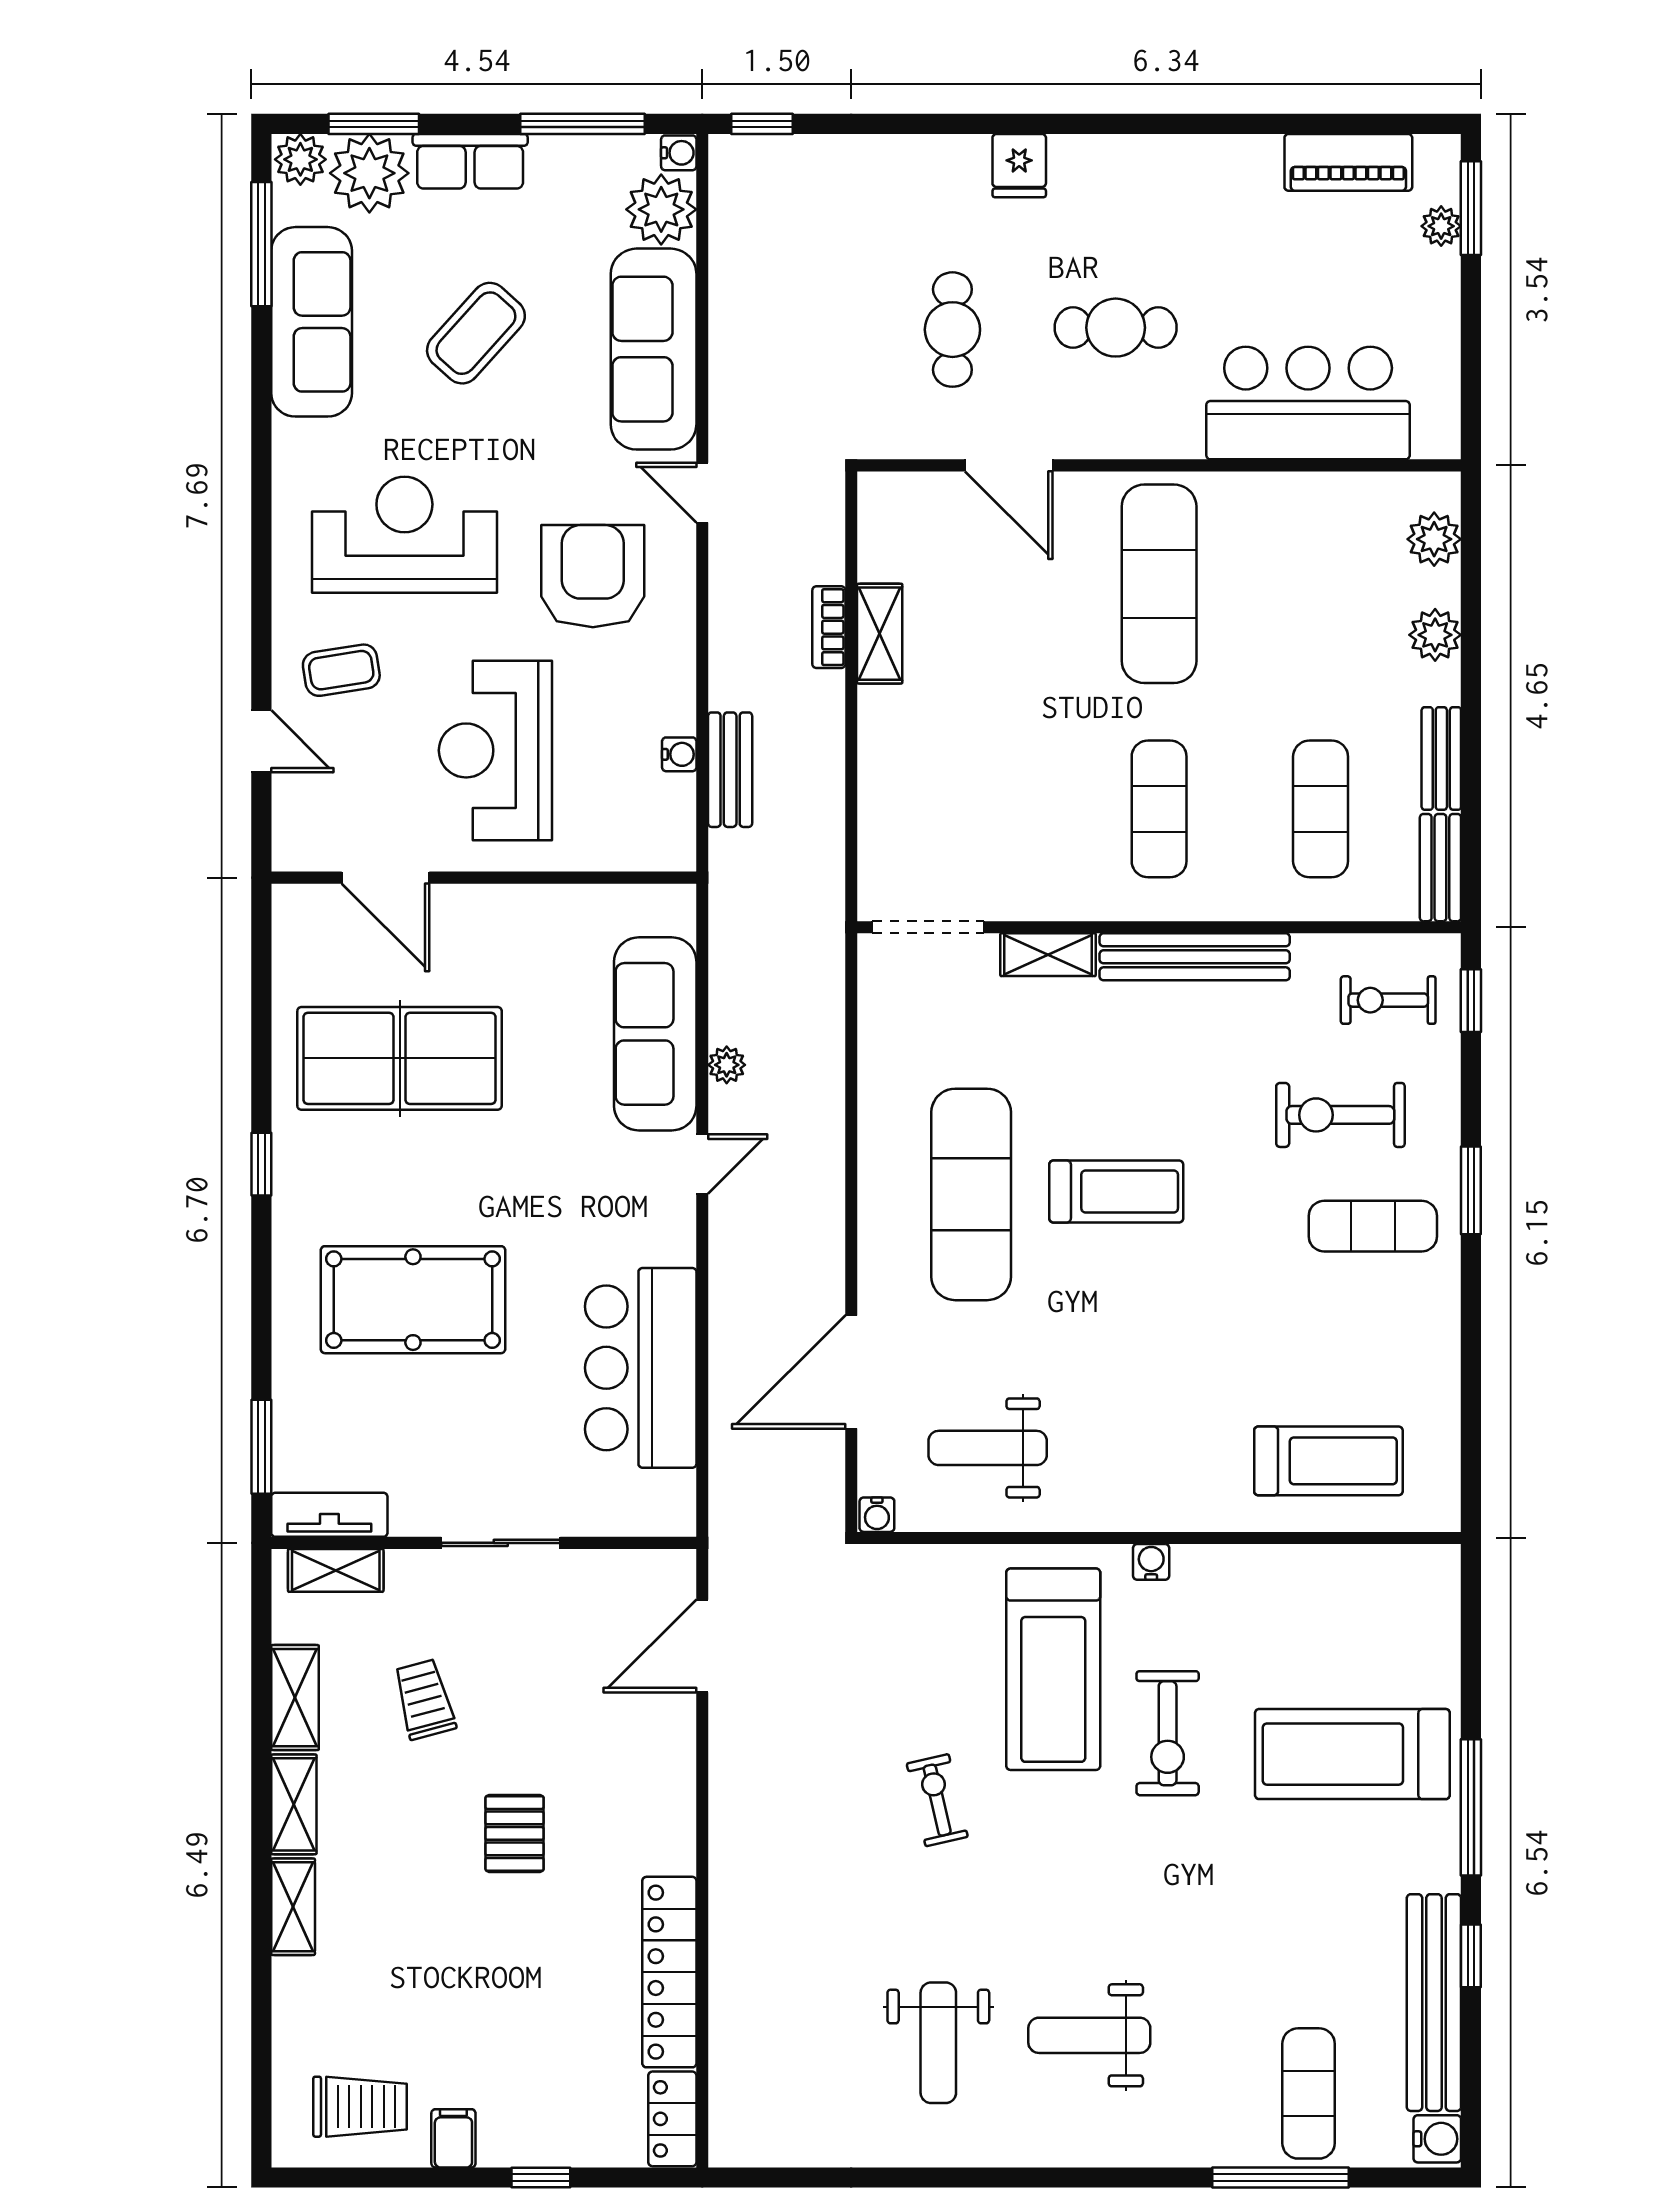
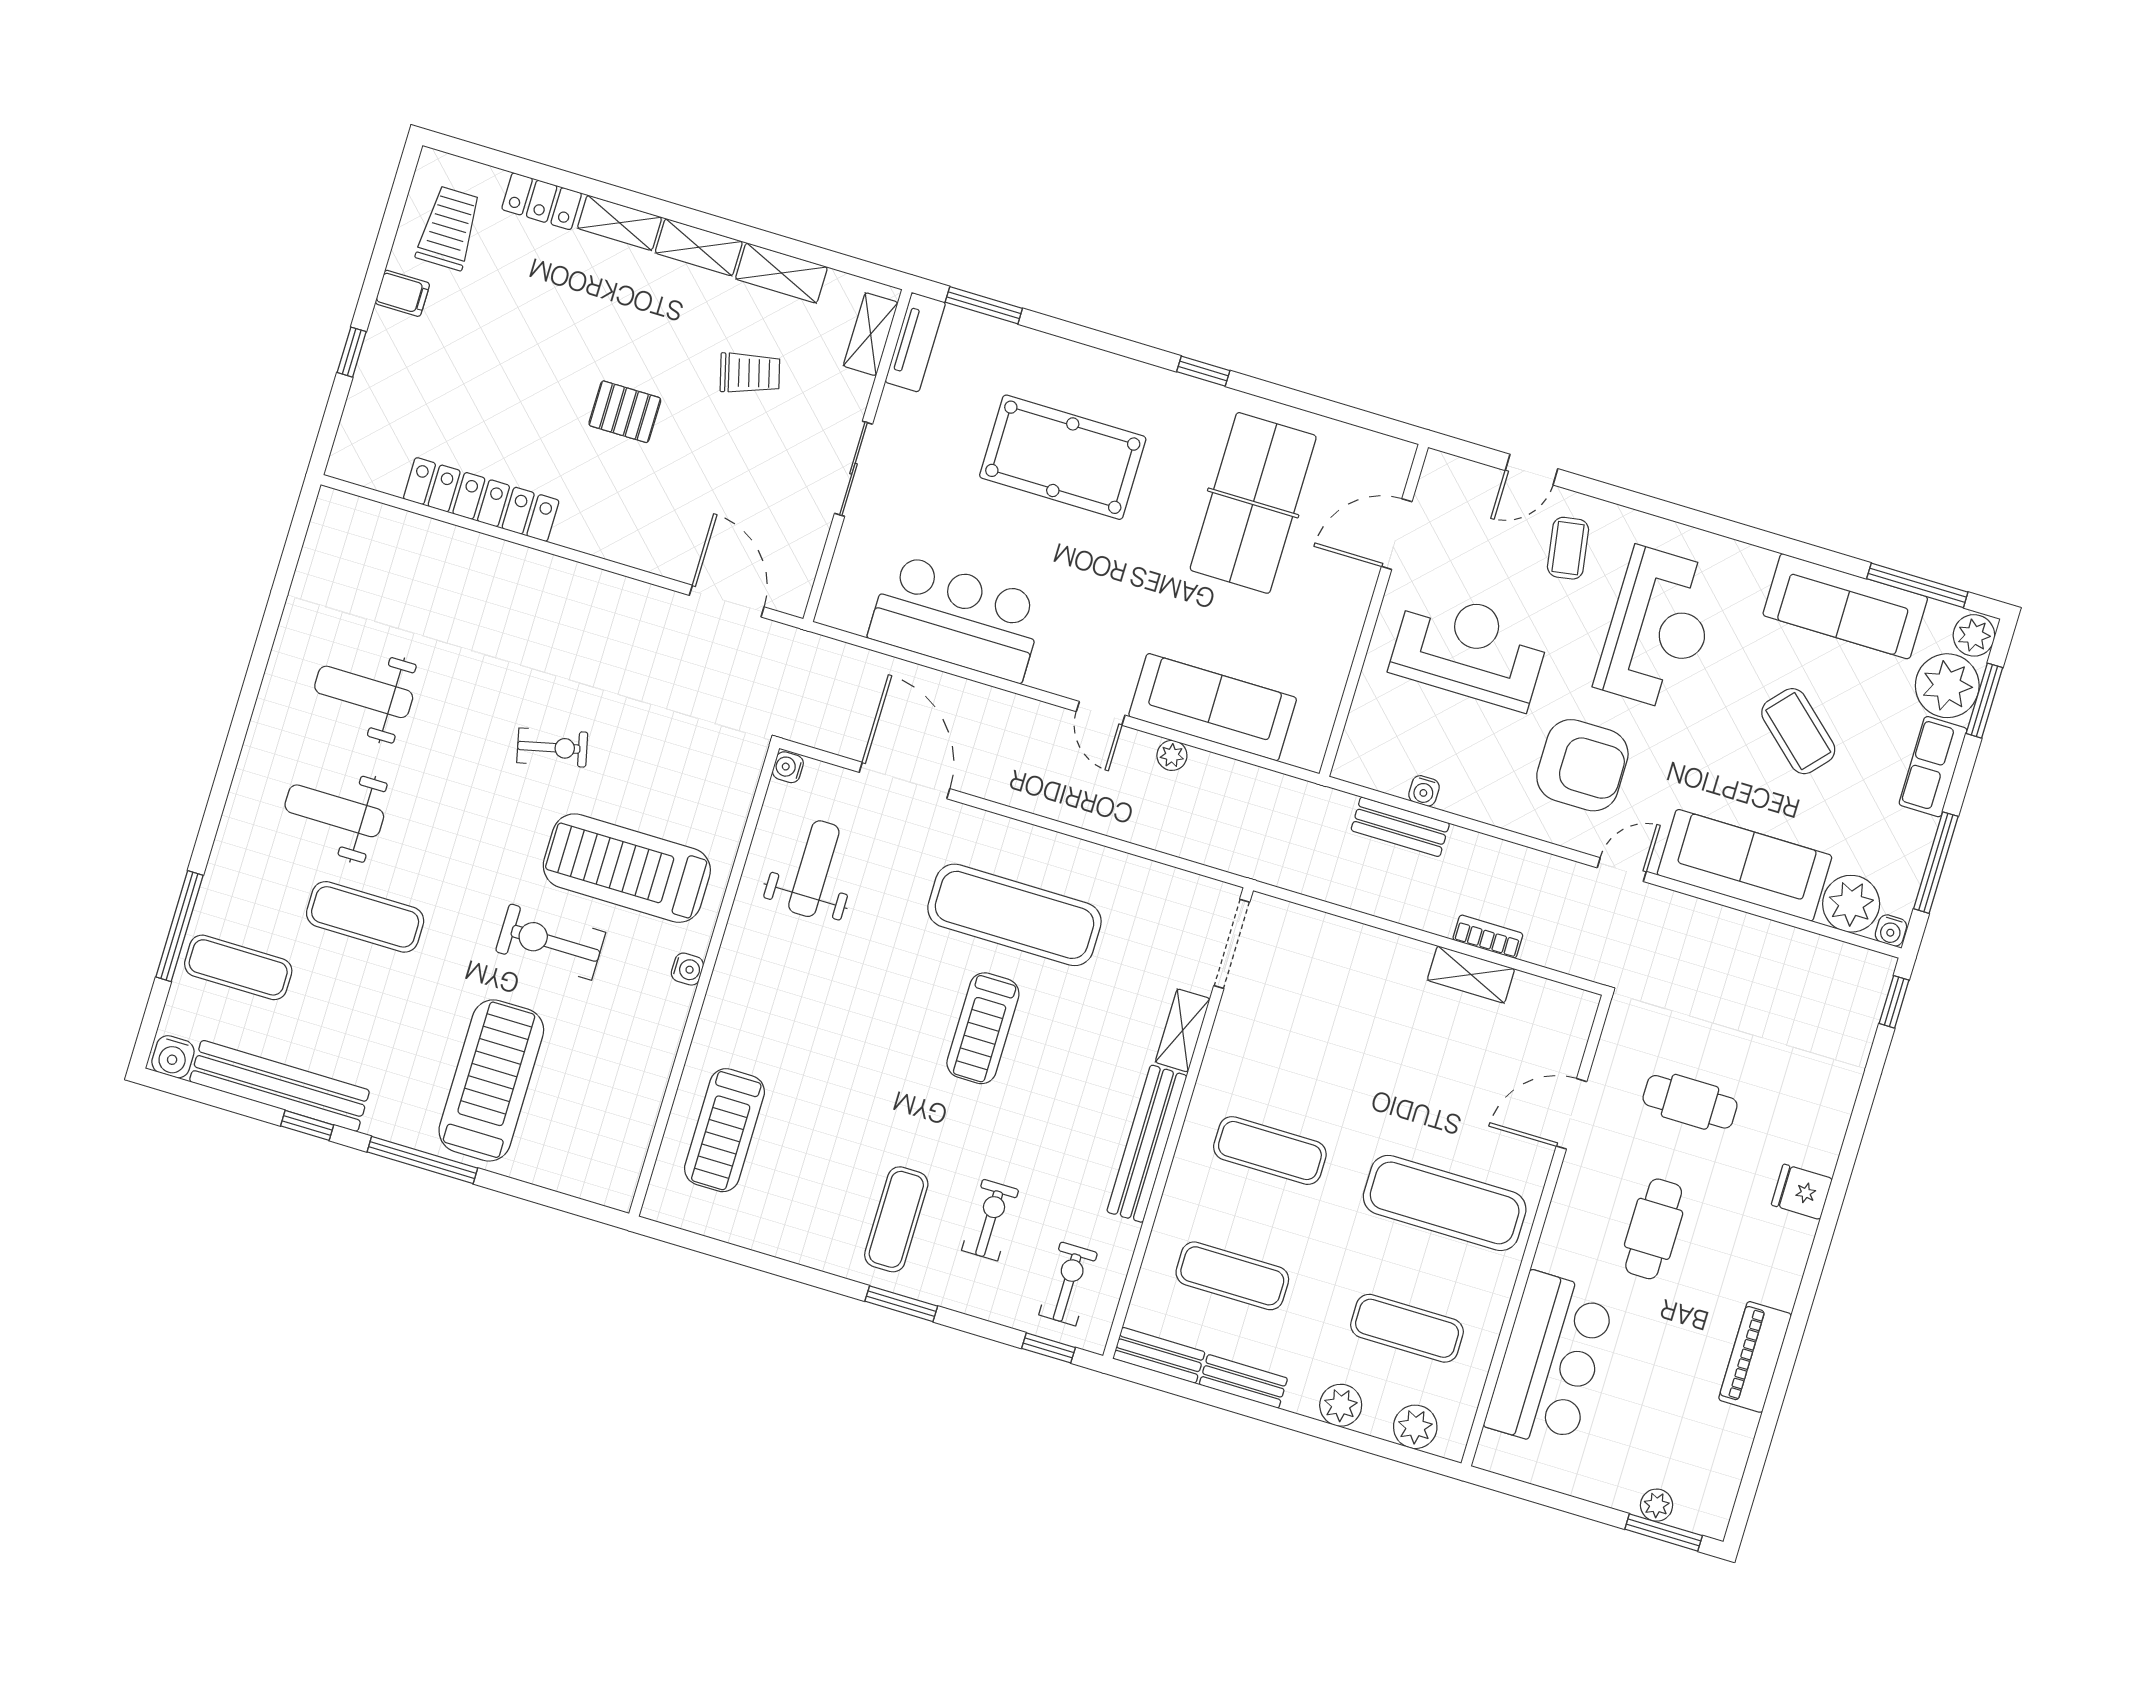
piano: (1348, 162) -> (1755, 1357), moved
exercise mat: (1321, 584) -> (1407, 1328), added
exercise bike: (1340, 1115) -> (990, 1220), width x0.73, depth x0.72
pool table: (413, 1300) -> (1063, 457), turned 90
exercise mat: (1204, 1961) -> (365, 917), added
weight bench: (1089, 2035) -> (334, 811), turned -90
trolley: (360, 2107) -> (449, 228), turned 180
locker: (672, 2119) -> (542, 201), moved, turned 180

